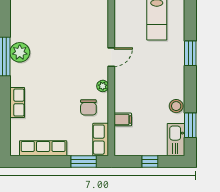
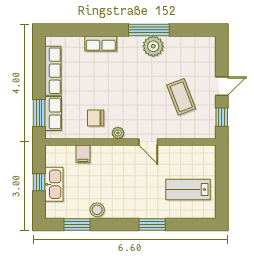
coffee table: (68, 26) -> (181, 97), added
row of seats: (101, 140) -> (53, 114), moved, turned 90
kitchen sink: (176, 140) -> (54, 184), moved, turned 90

